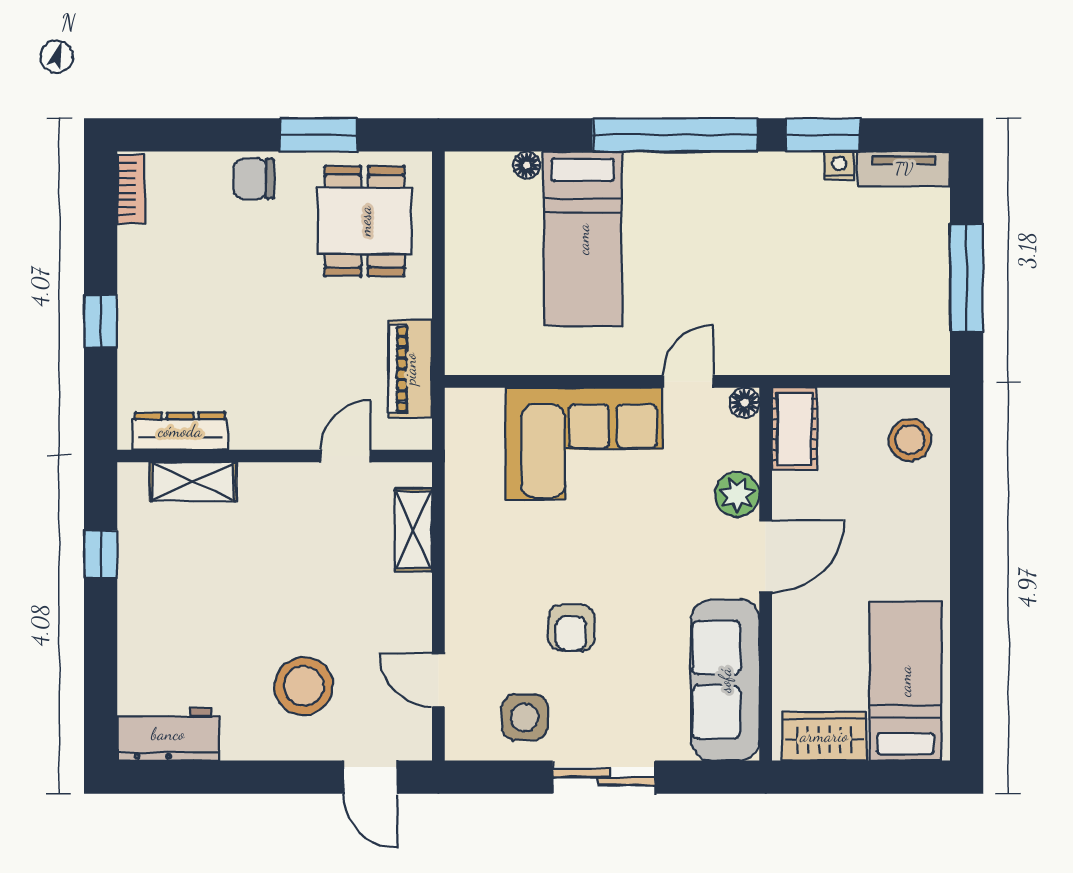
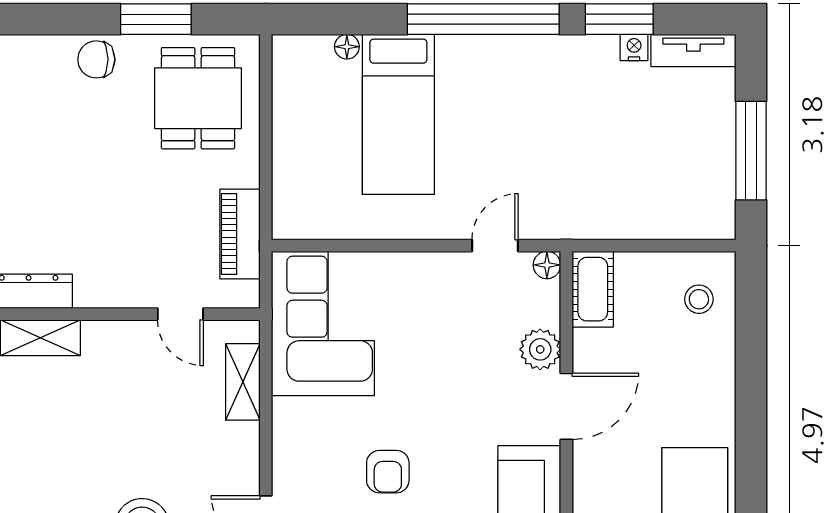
stool: (910, 440) -> (699, 299), width x0.73, depth x0.73
corner sofa: (584, 444) -> (323, 323), moved, turned -90
door: (345, 456) -> (180, 314), swing flipped

